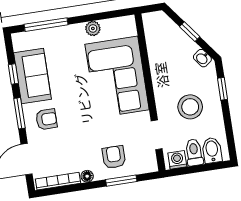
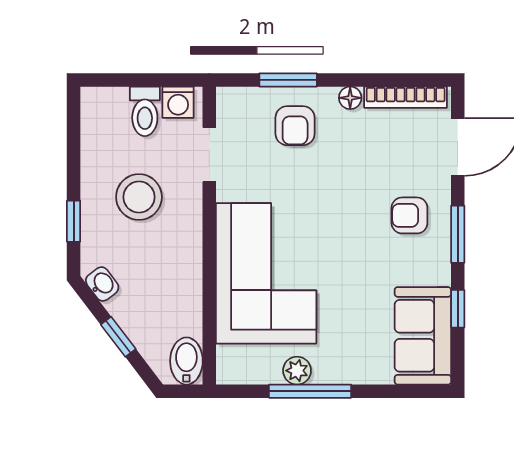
window: (46, 25) -> (310, 391), moved
sofa: (32, 76) -> (423, 336), moved
bidet: (212, 150) -> (186, 361), moved, turned 180

